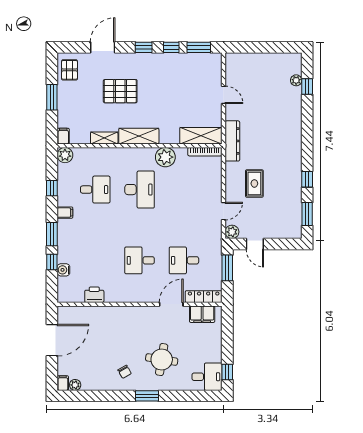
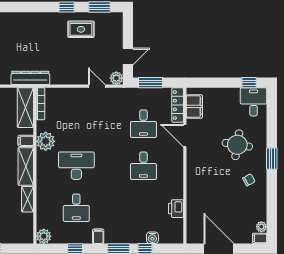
filing cabinet: (63, 136) -> (26, 141), moved
rug: (254, 183) -> (81, 29), moved
desk: (95, 190) -> (76, 208), turned 180

